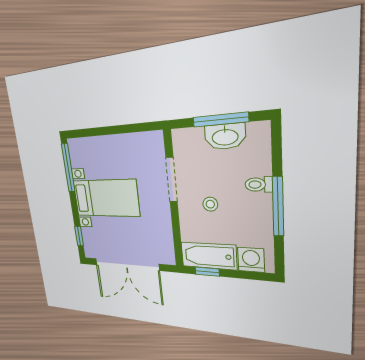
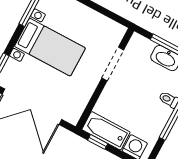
stool: (210, 204) -> (130, 95), removed

